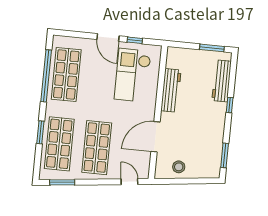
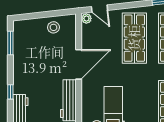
door: (156, 137) -> (79, 64), moved
plant: (144, 173) -> (86, 18), added

